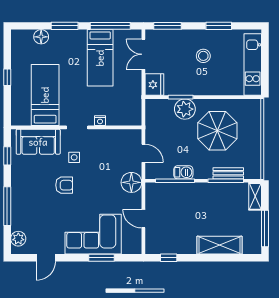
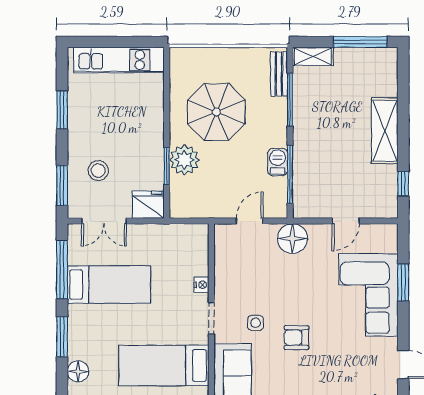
stool: (203, 56) -> (98, 171), moved
bench: (228, 173) -> (279, 74), moved
armchair: (64, 185) -> (296, 338), turned -90
shelving: (220, 245) -> (385, 131), moved

